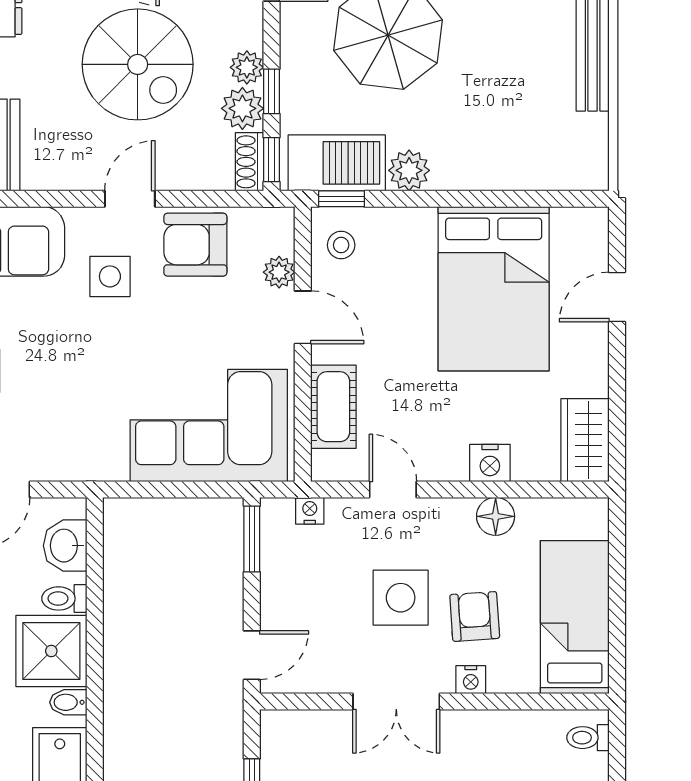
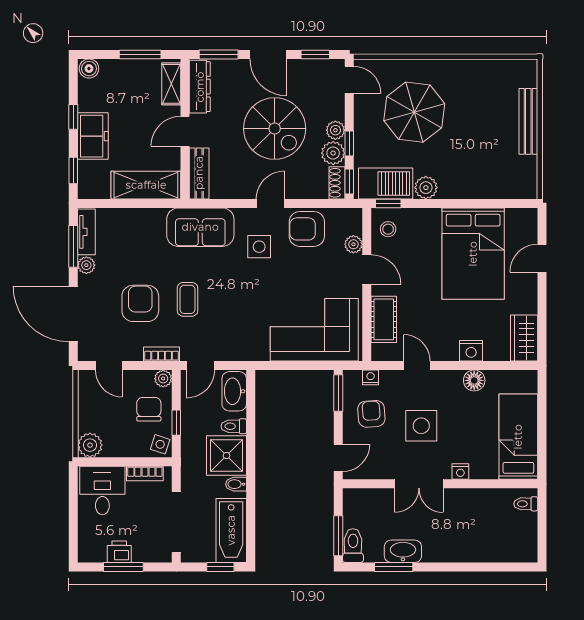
washbasin: (65, 546) -> (234, 391), width x1.38
armchair: (475, 616) -> (371, 414), moved

